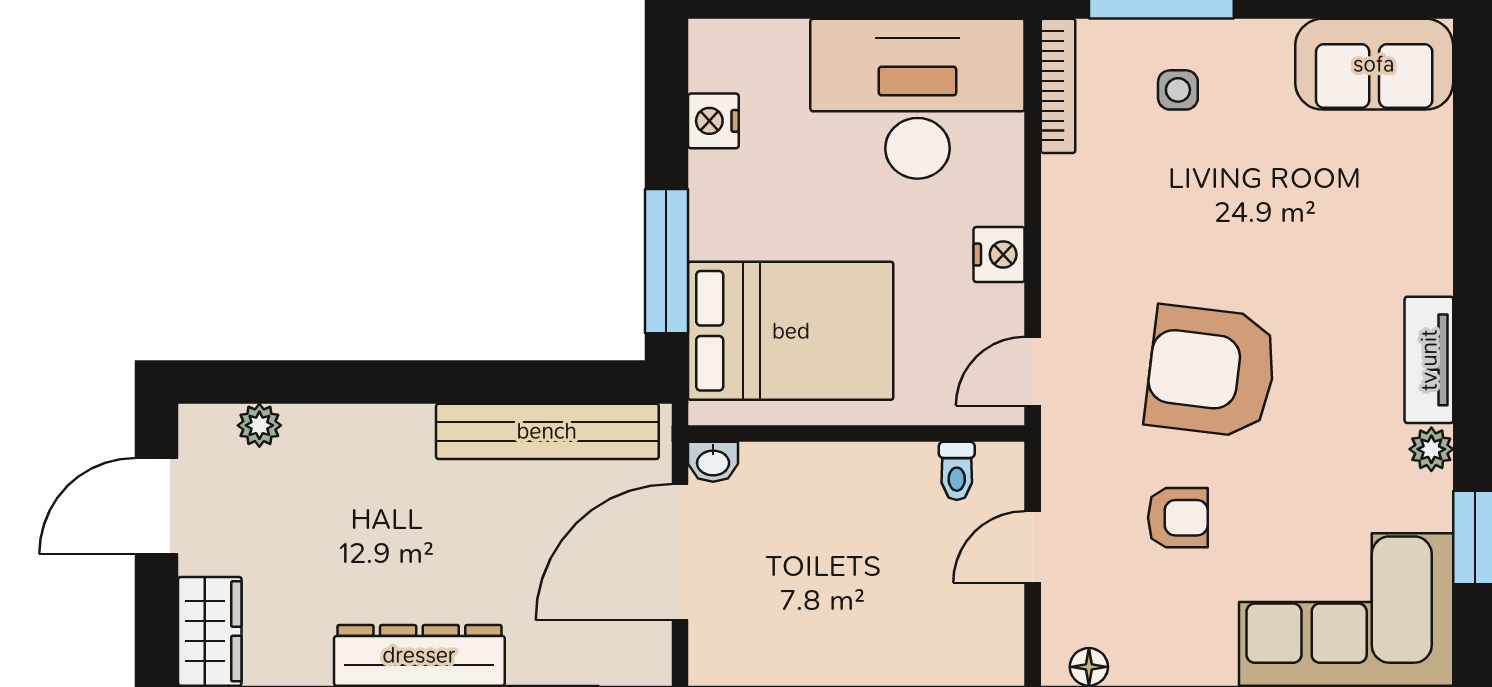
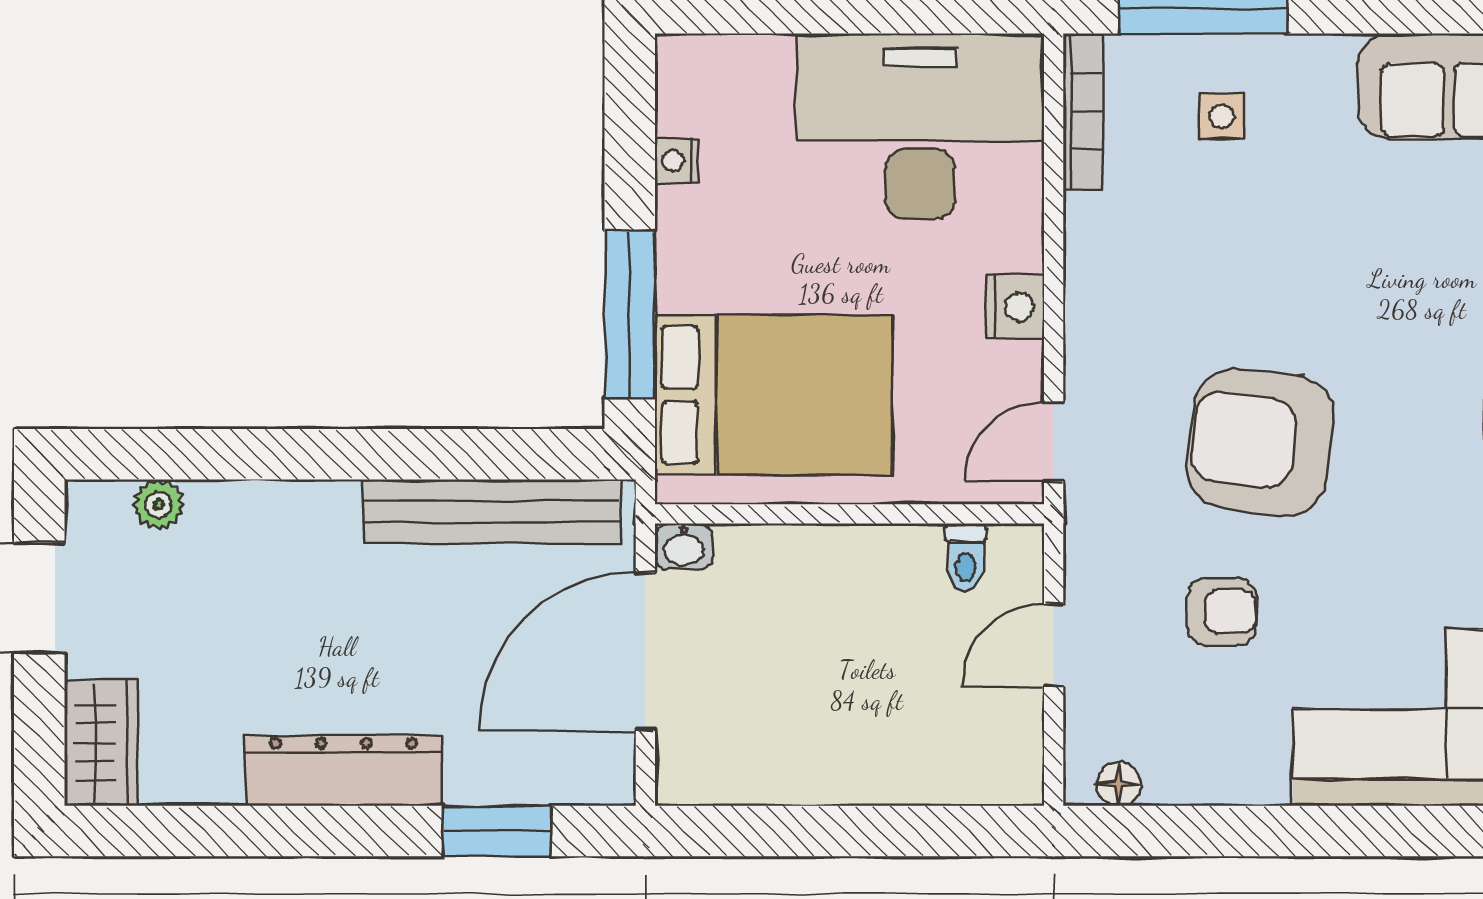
nightstand: (713, 121) -> (676, 161), width x0.72, depth x0.74

